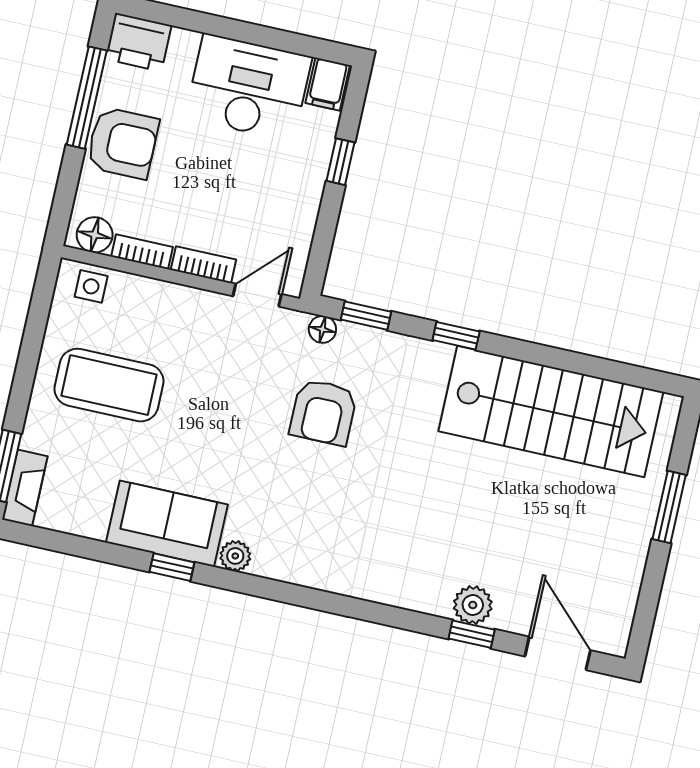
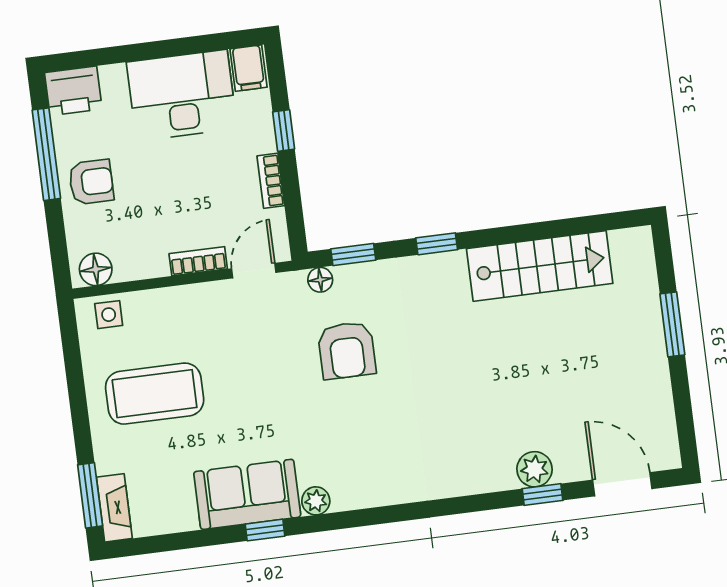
armchair: (123, 143) -> (91, 182), width x0.72, depth x0.72
bookcase: (142, 252) -> (271, 181), moved, turned -90
stairs: (551, 412) -> (540, 266), width x0.73, depth x0.66

